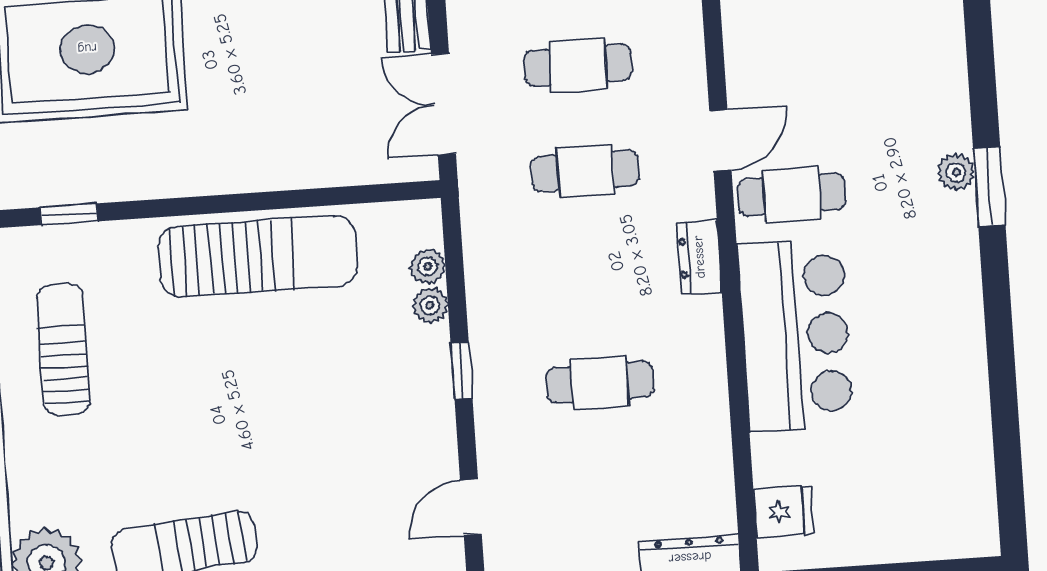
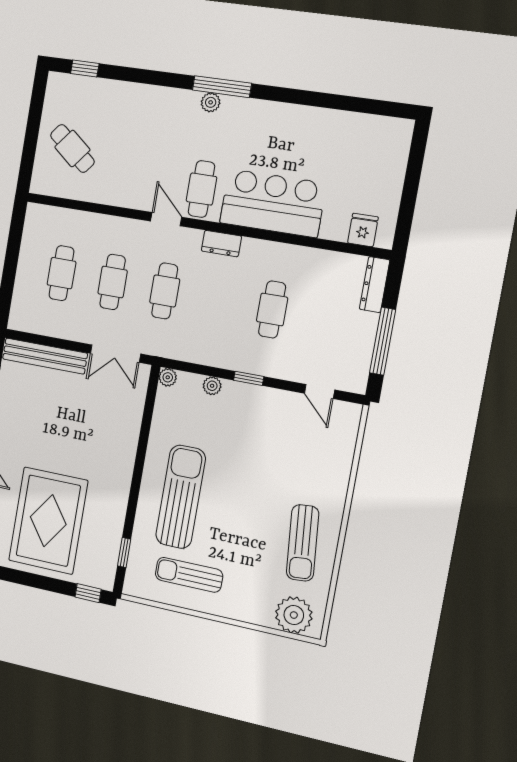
window: (989, 186) -> (222, 87), width x1.44
sun lounger: (258, 256) -> (181, 497), moved
plant: (428, 266) -> (168, 377), moved

